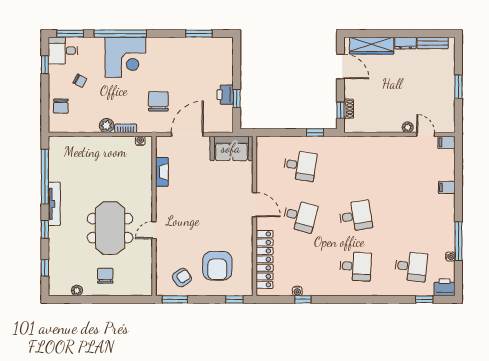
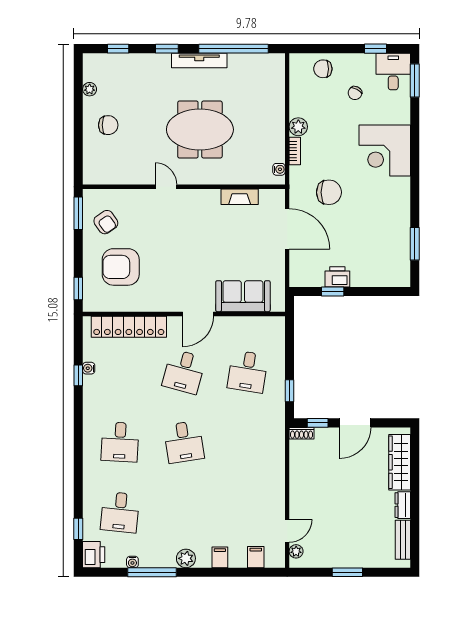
window: (120, 34) -> (415, 144), removed
door: (340, 67) -> (355, 423), moved
shoe rack: (349, 109) -> (302, 433), moved
plant: (408, 127) -> (296, 551), moved
filing cabinet: (446, 142) -> (256, 557), moved
sofa: (231, 148) -> (243, 296), moved, turned 90
plant: (448, 214) -> (186, 558), added
meeting table: (110, 228) -> (200, 130), moved

